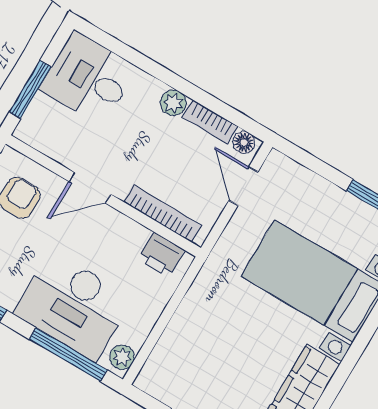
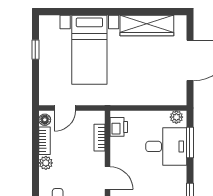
bookcase: (163, 214) -> (100, 138), width x0.64
desk: (73, 306) -> (166, 146), width x0.73
window: (68, 355) -> (190, 143), width x0.69

